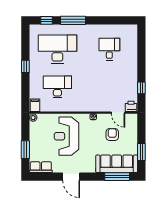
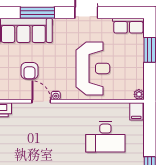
door: (118, 113) -> (41, 101), moved
window: (117, 177) -> (37, 13), moved

